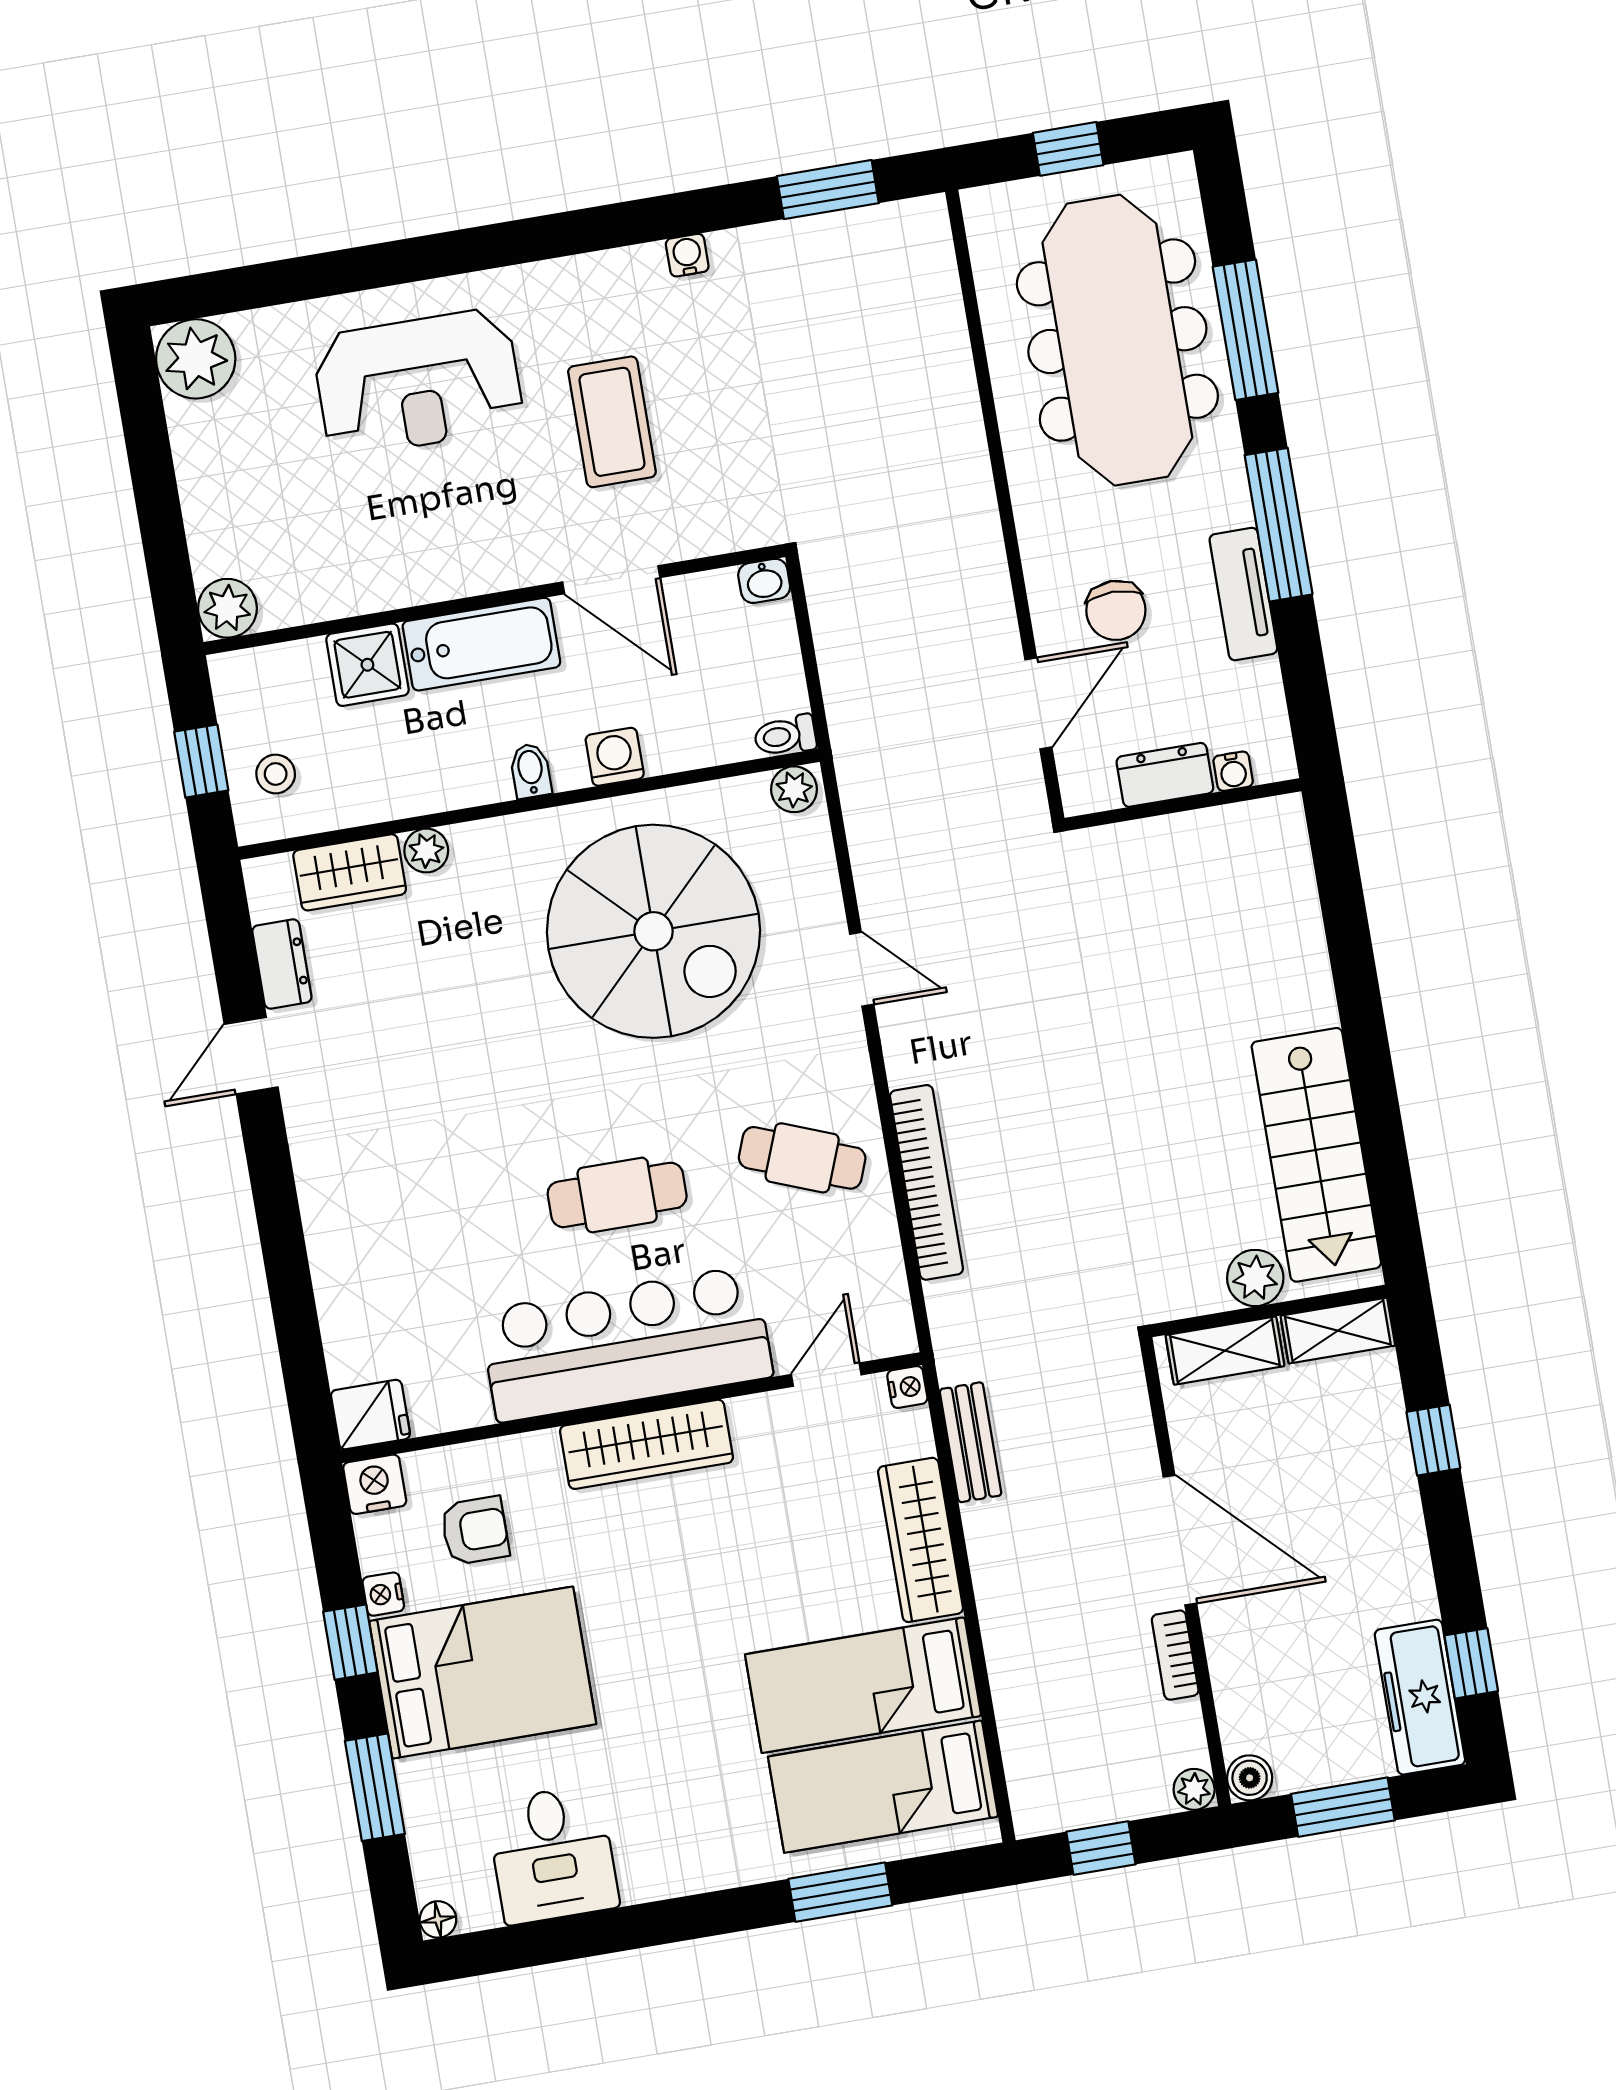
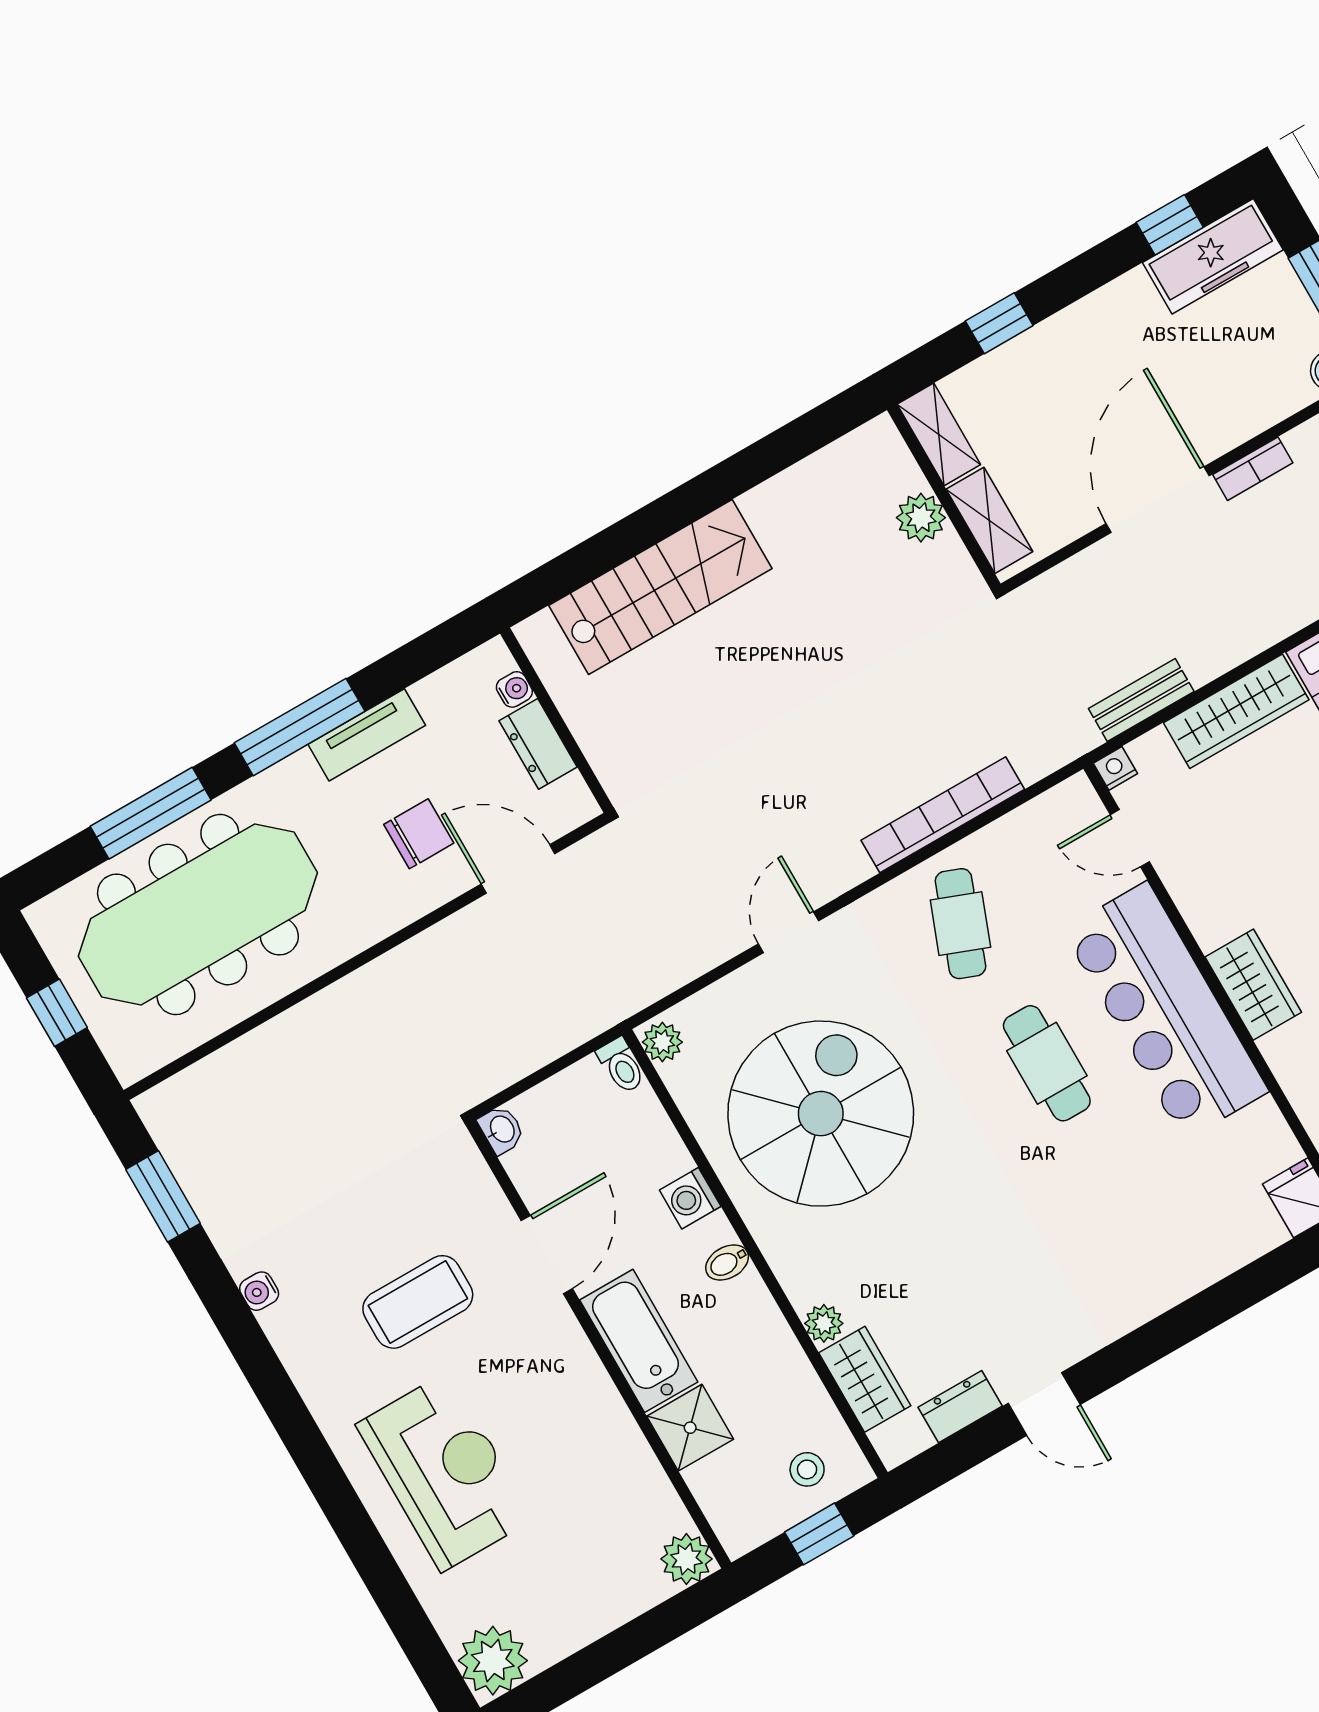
stairs: (1316, 1155) -> (660, 587), moved
wardrobe: (646, 1444) -> (1253, 985), width x0.67

